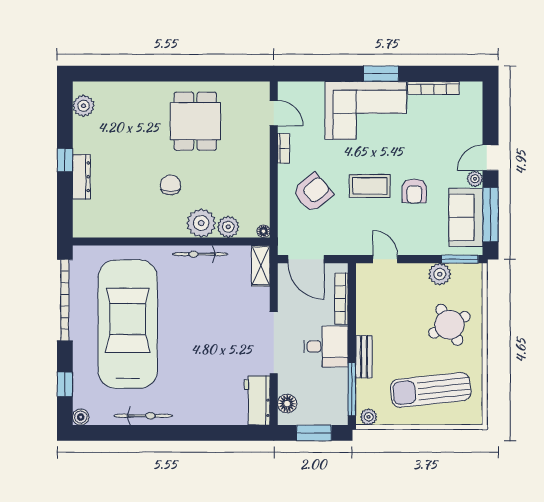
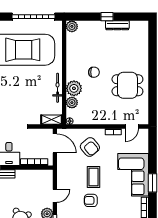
plant: (83, 106) -> (72, 26), moved
dresser: (81, 177) -> (117, 25), moved
door: (306, 259) -> (55, 143), swing flipped
door: (385, 259) -> (55, 196), moved

